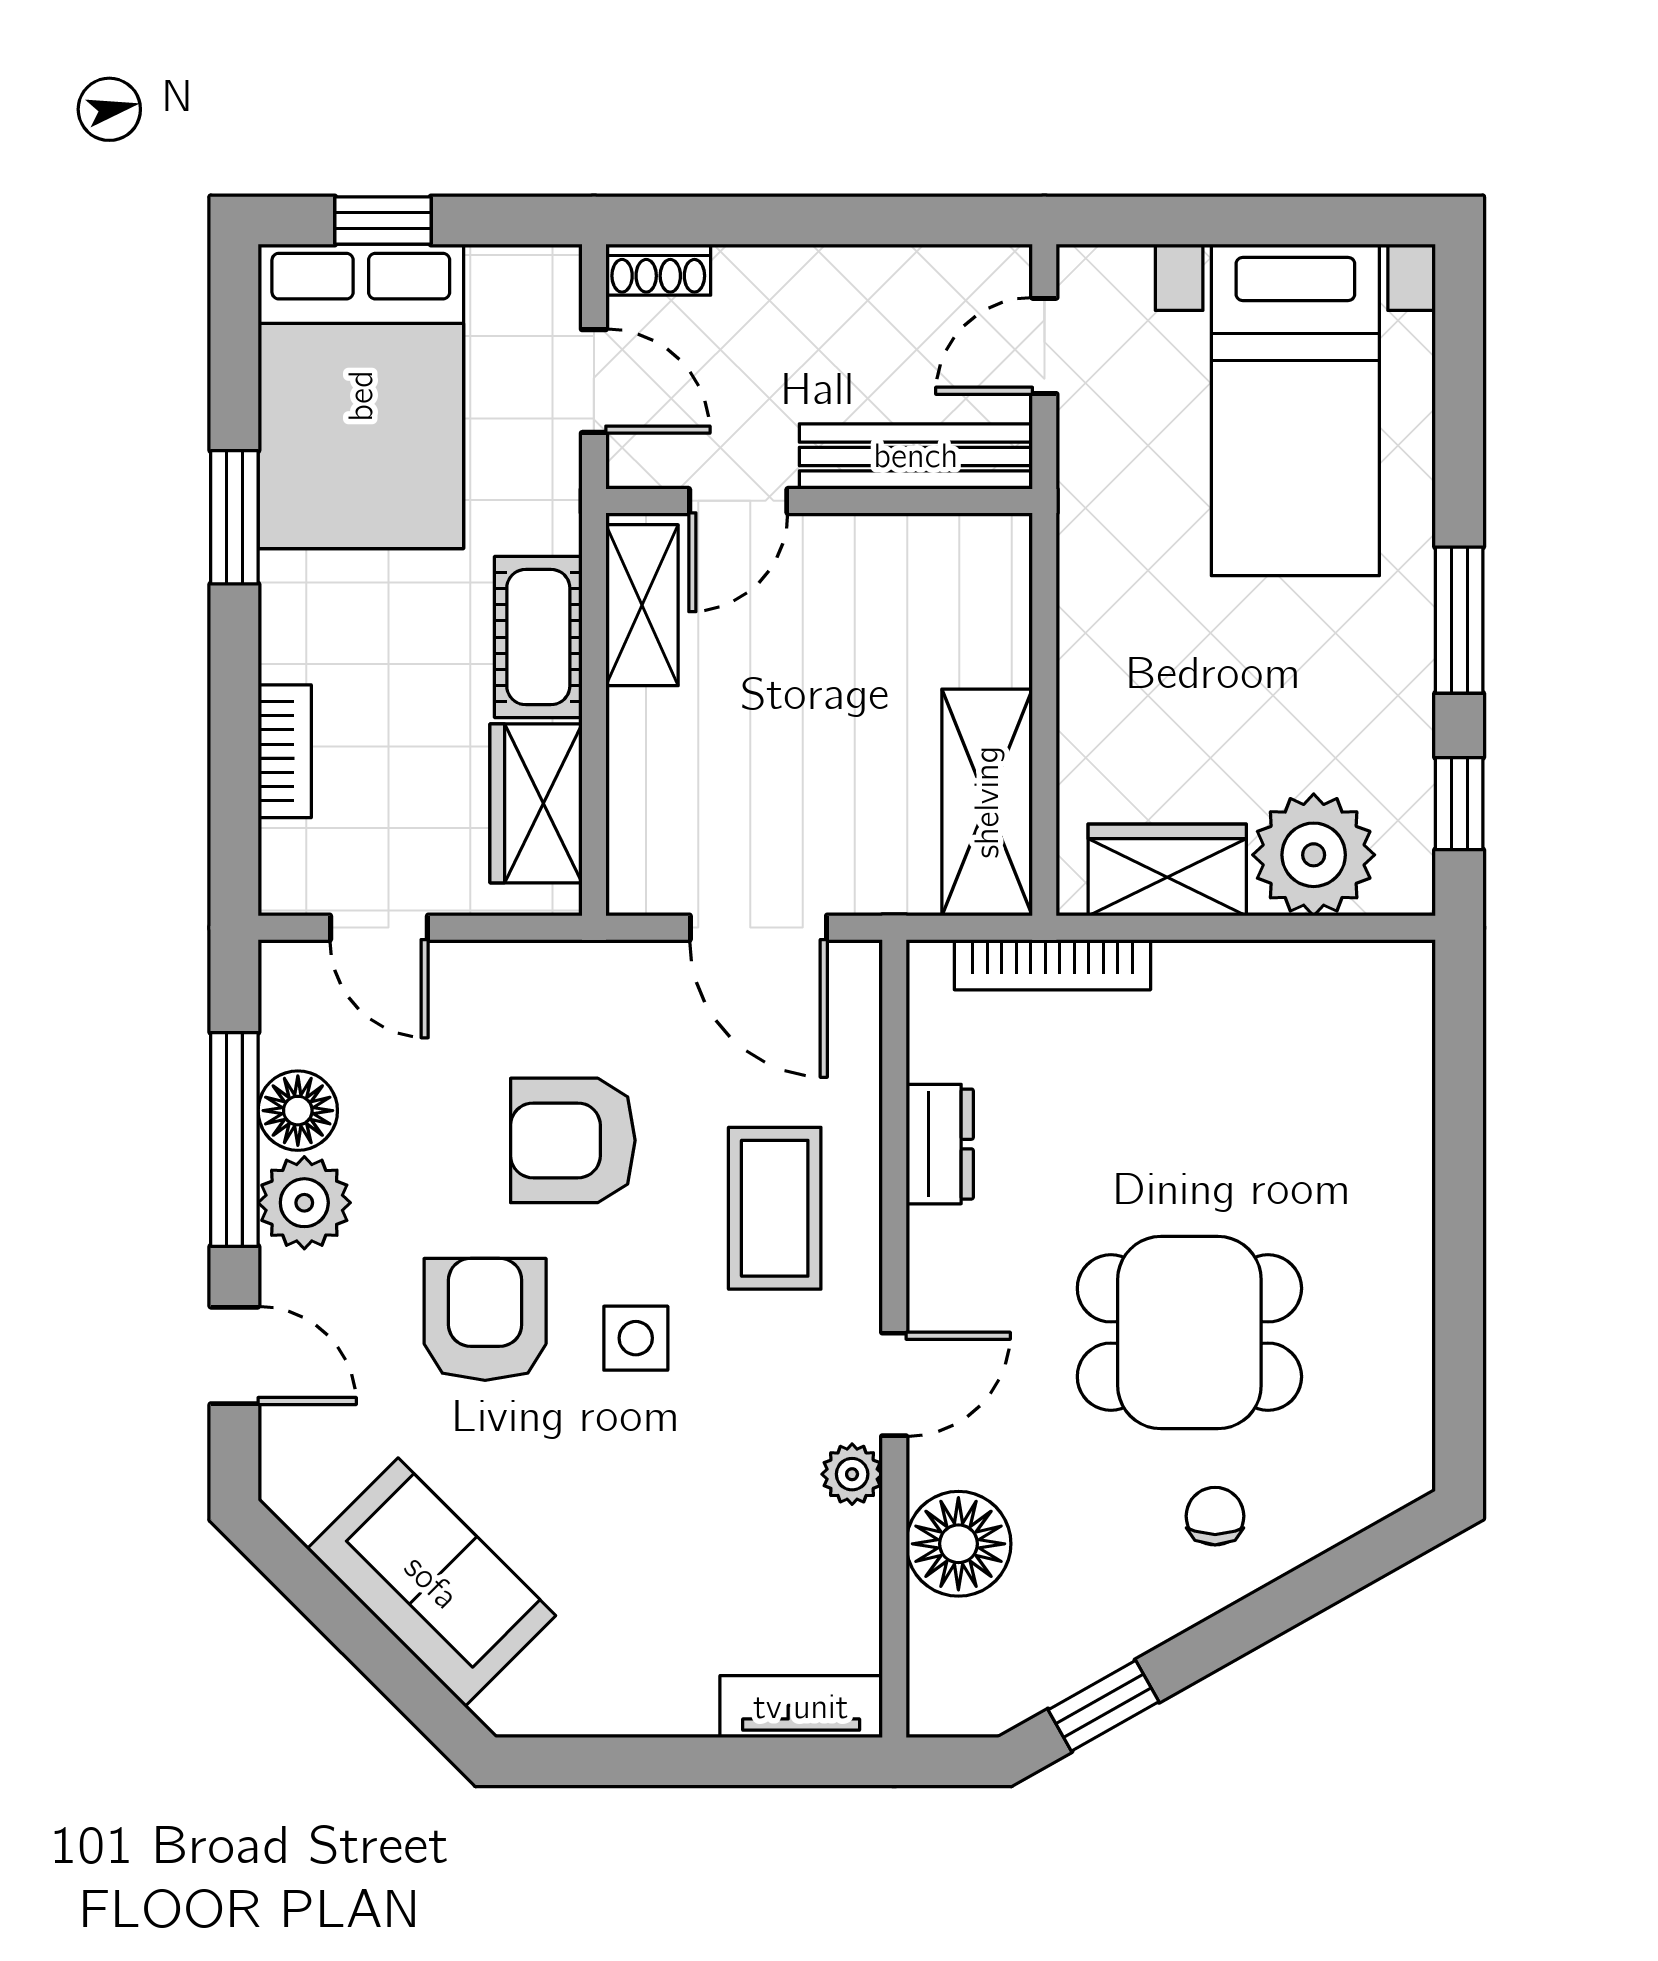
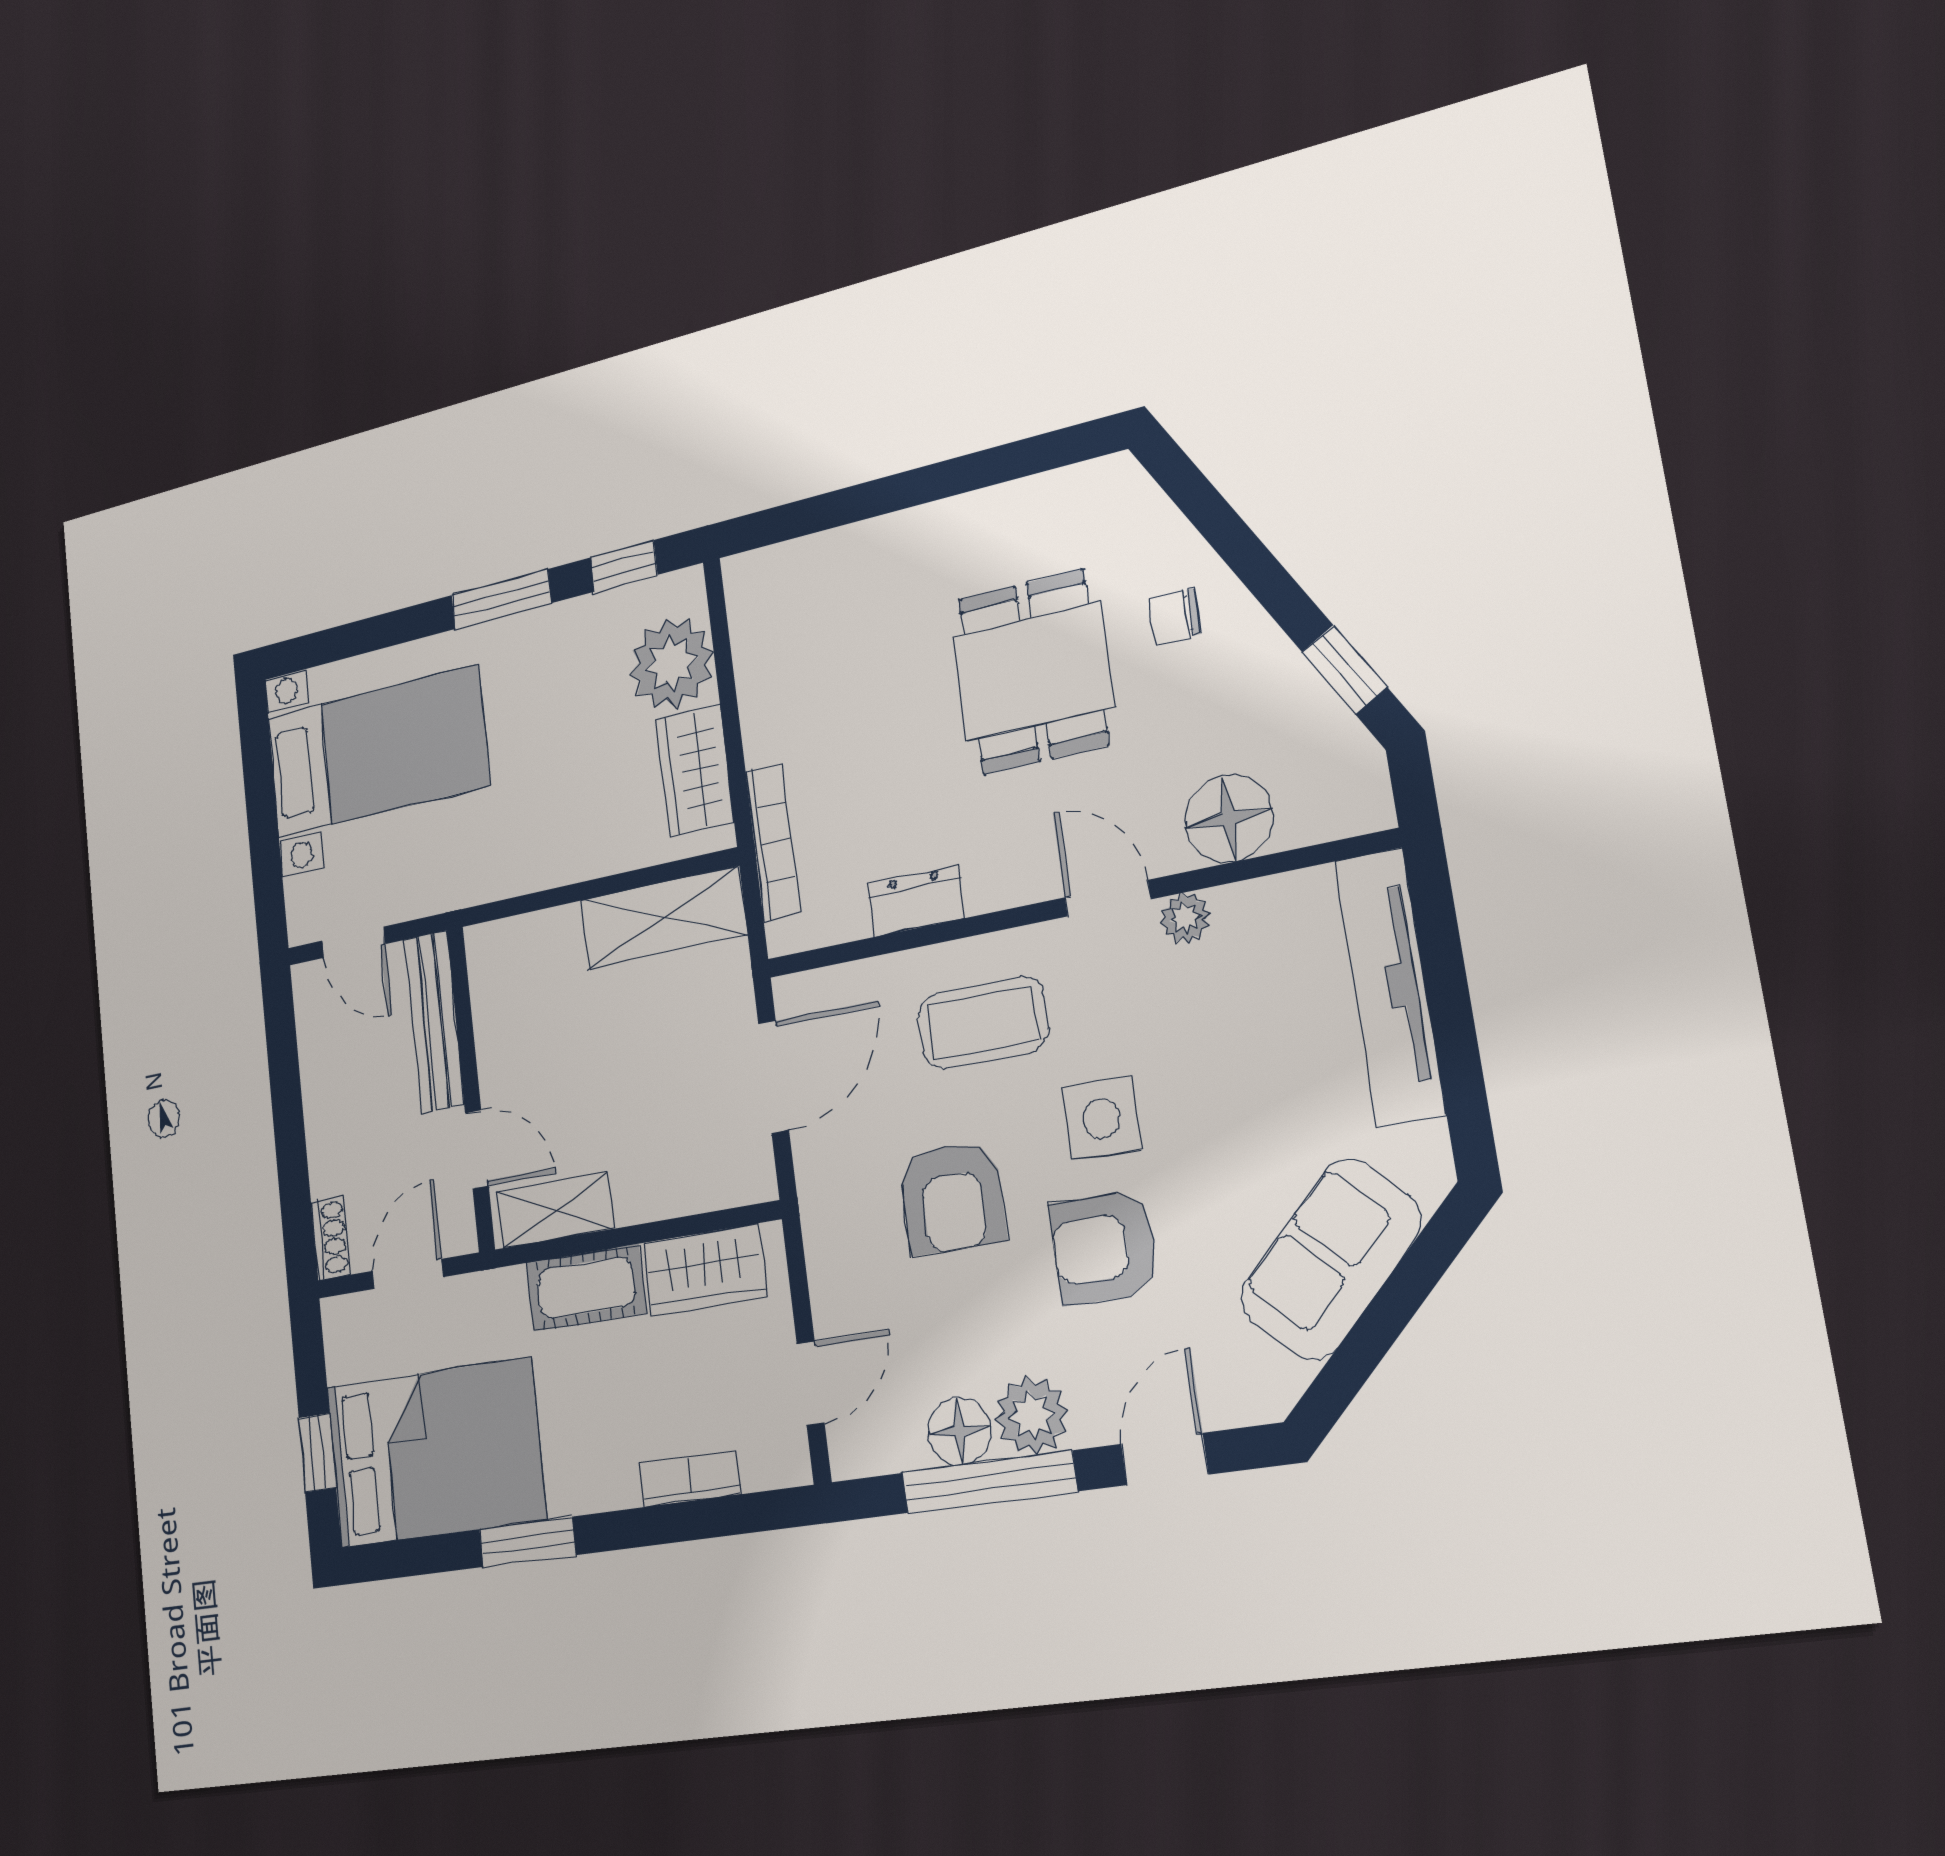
side table: (636, 1338) -> (1101, 1118), width x1.37, depth x1.37
tv unit: (801, 1707) -> (1389, 987), width x1.92, depth x1.29

